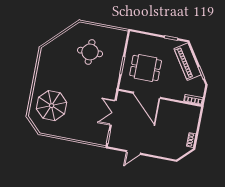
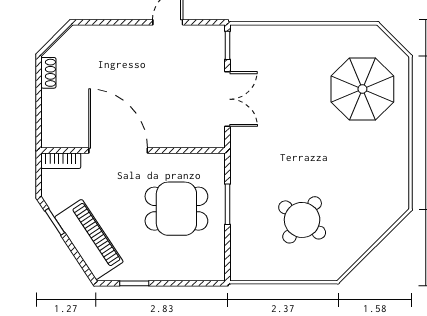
round table: (90, 52) -> (302, 220), turned 37
door: (147, 95) -> (118, 150), moved

